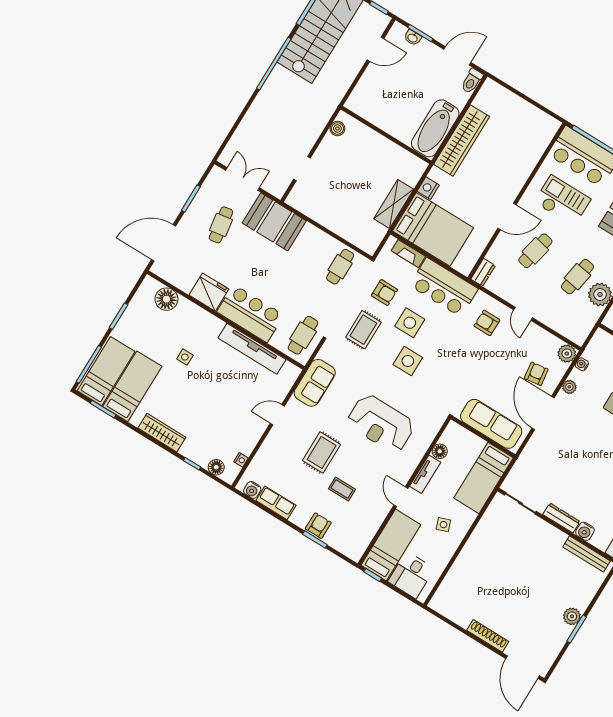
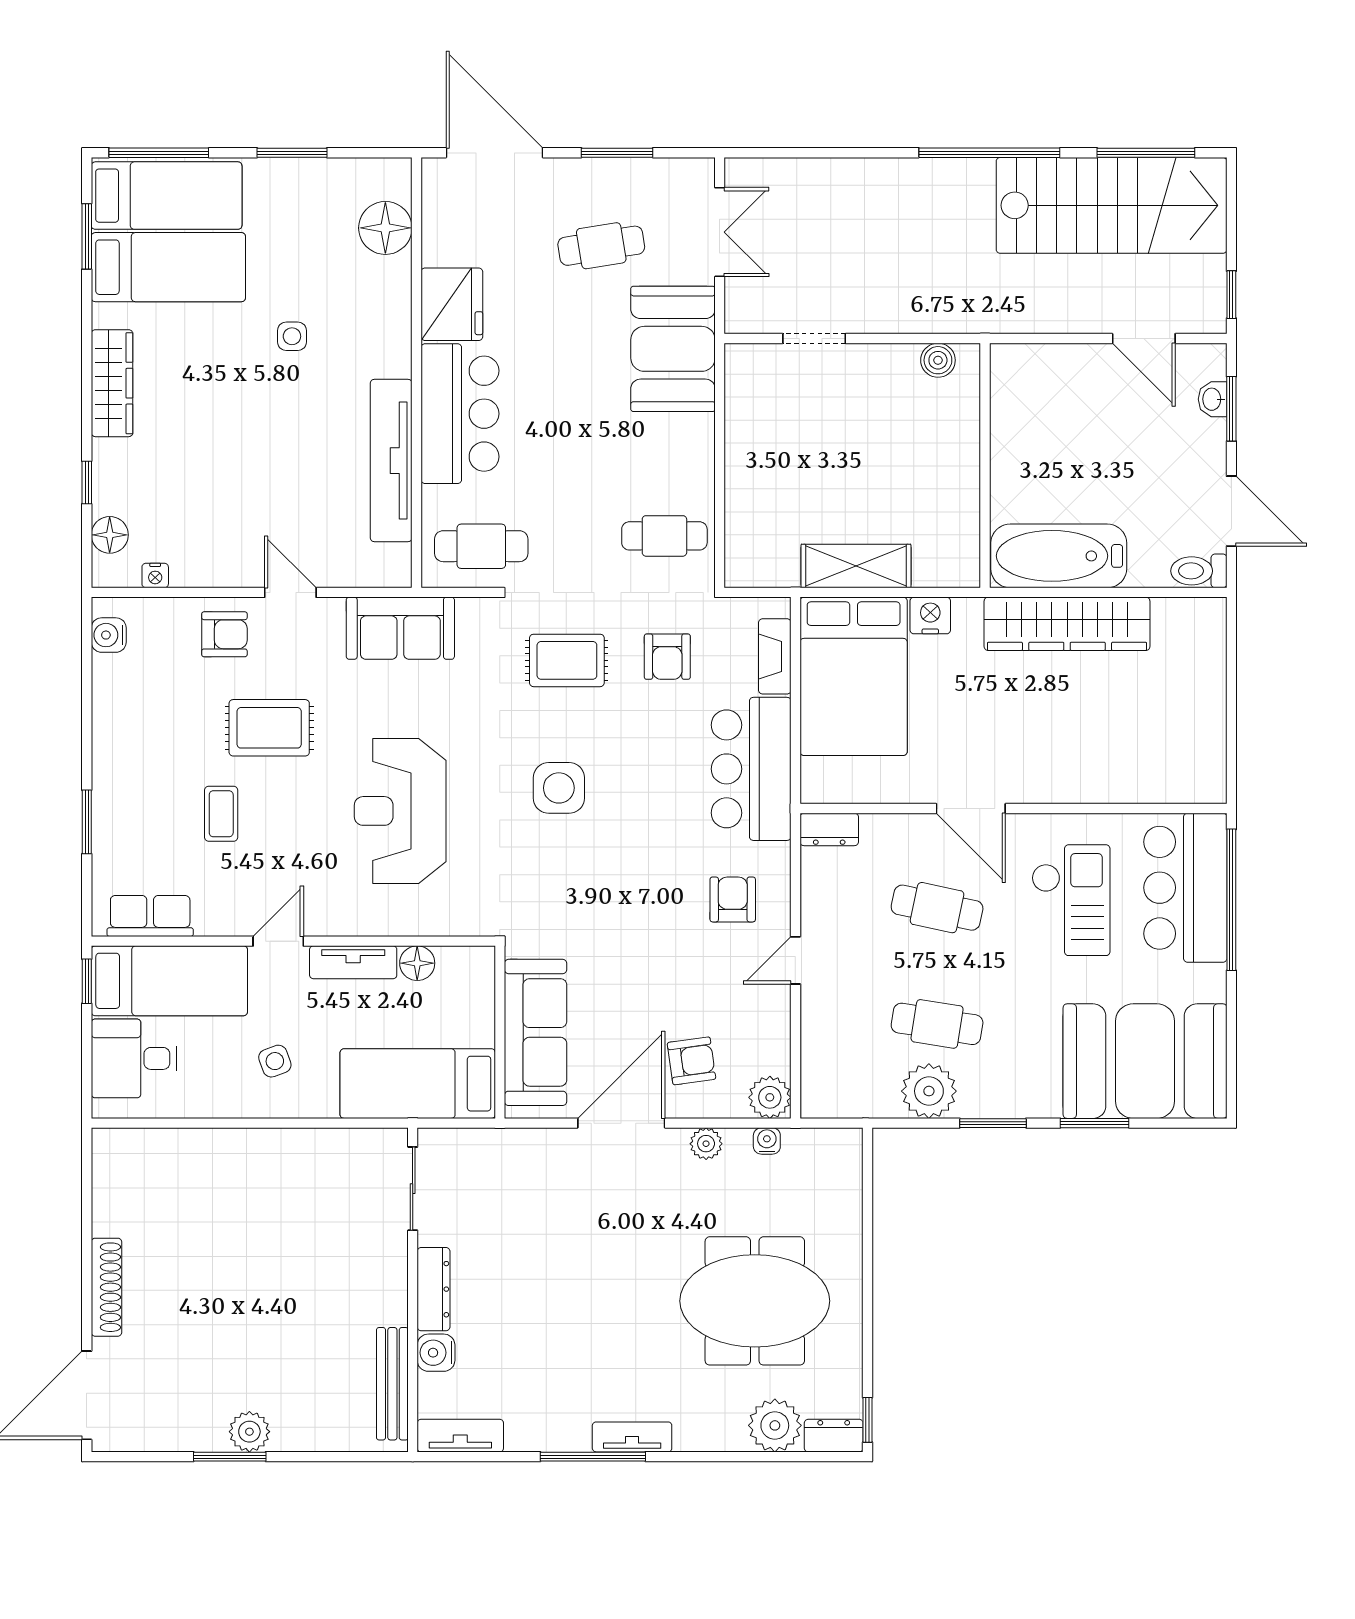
side table: (410, 323) -> (638, 745), removed
row of seats: (276, 503) -> (150, 916), moved, turned -90
armchair: (318, 526) -> (224, 634), moved

